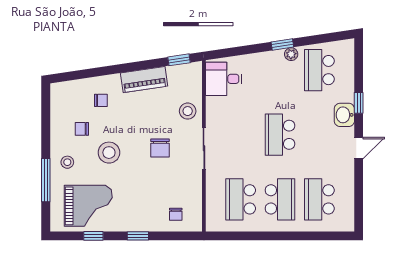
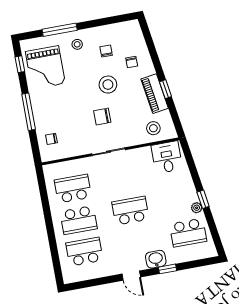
window: (179, 60) -> (165, 89), moved
school desk: (319, 70) -> (188, 233), turned 180
stool: (188, 111) -> (153, 128), moved
stool: (109, 153) -> (108, 85), moved
window: (93, 236) -> (20, 64), moved
window: (138, 236) -> (29, 112), width x2.17

